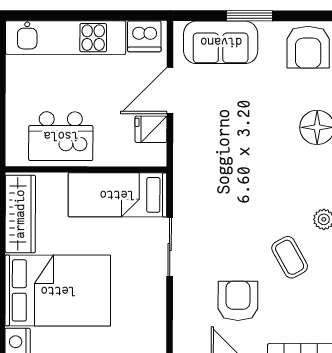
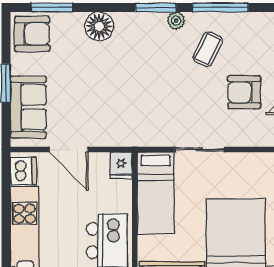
fridge: (151, 129) -> (121, 165), moved
coffee table: (290, 257) -> (208, 49), turned -35

